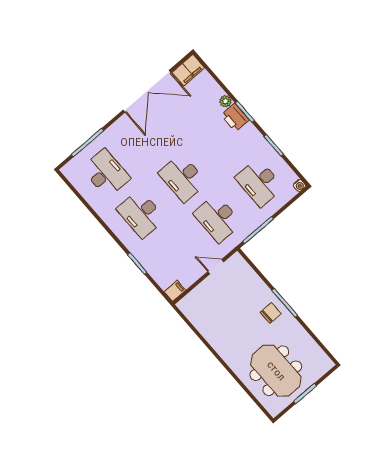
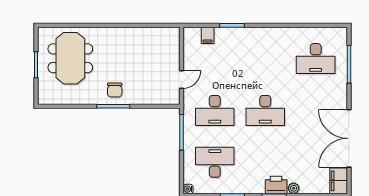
desk: (183, 178) -> (265, 110), turned 180
desk: (141, 214) -> (265, 59), removed
desk: (218, 218) -> (215, 110), turned 180
filing cabinet: (175, 291) -> (208, 35), moved
meeting table: (276, 371) -> (70, 58), turned 90

